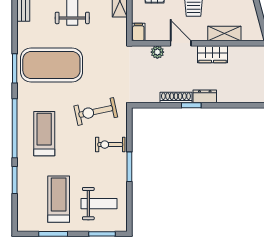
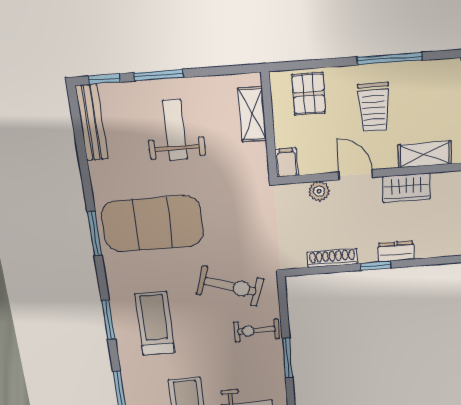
shoe rack: (176, 97) -> (332, 258), moved
exercise bike: (96, 111) -> (230, 286), turned -150
window: (15, 128) -> (108, 320), width x0.47

